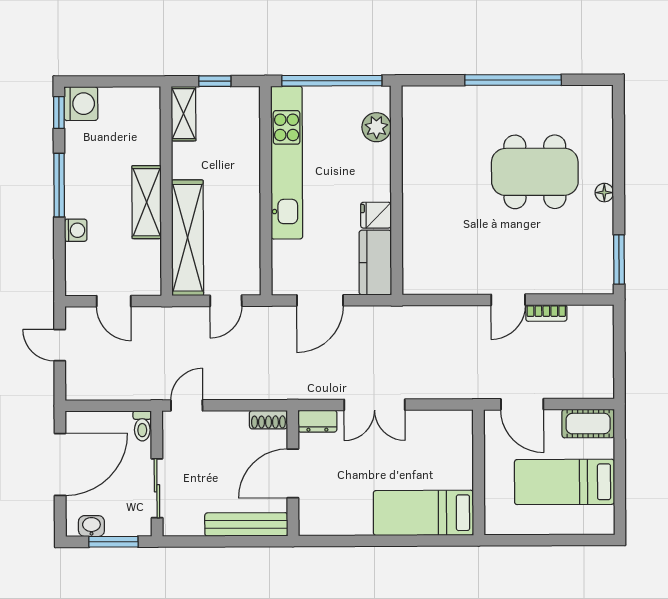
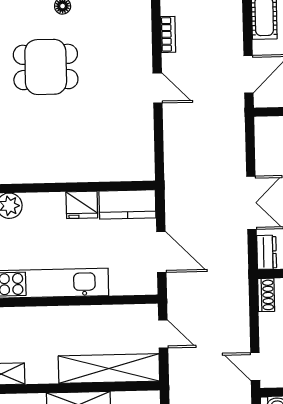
dining table: (535, 172) -> (46, 67), width x0.73
fridge: (376, 215) -> (82, 205), width x1.38
bookcase: (546, 313) -> (168, 34), moved

